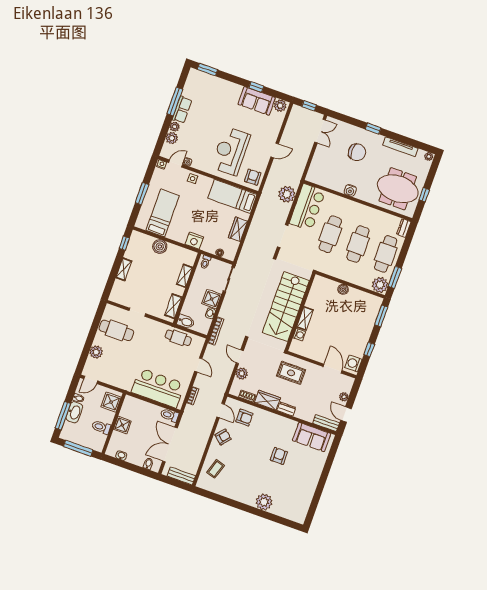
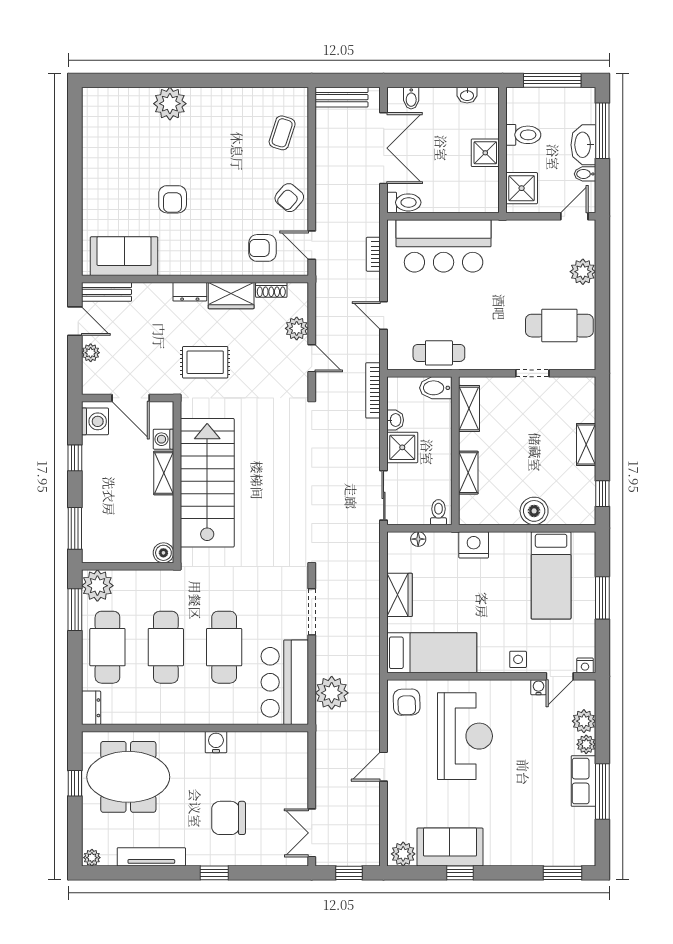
stairs: (286, 307) -> (207, 483), moved
wall: (300, 312) -> (177, 482), moved
shelving: (305, 318) -> (164, 473), moved
washing machine: (299, 335) -> (164, 439), moved

